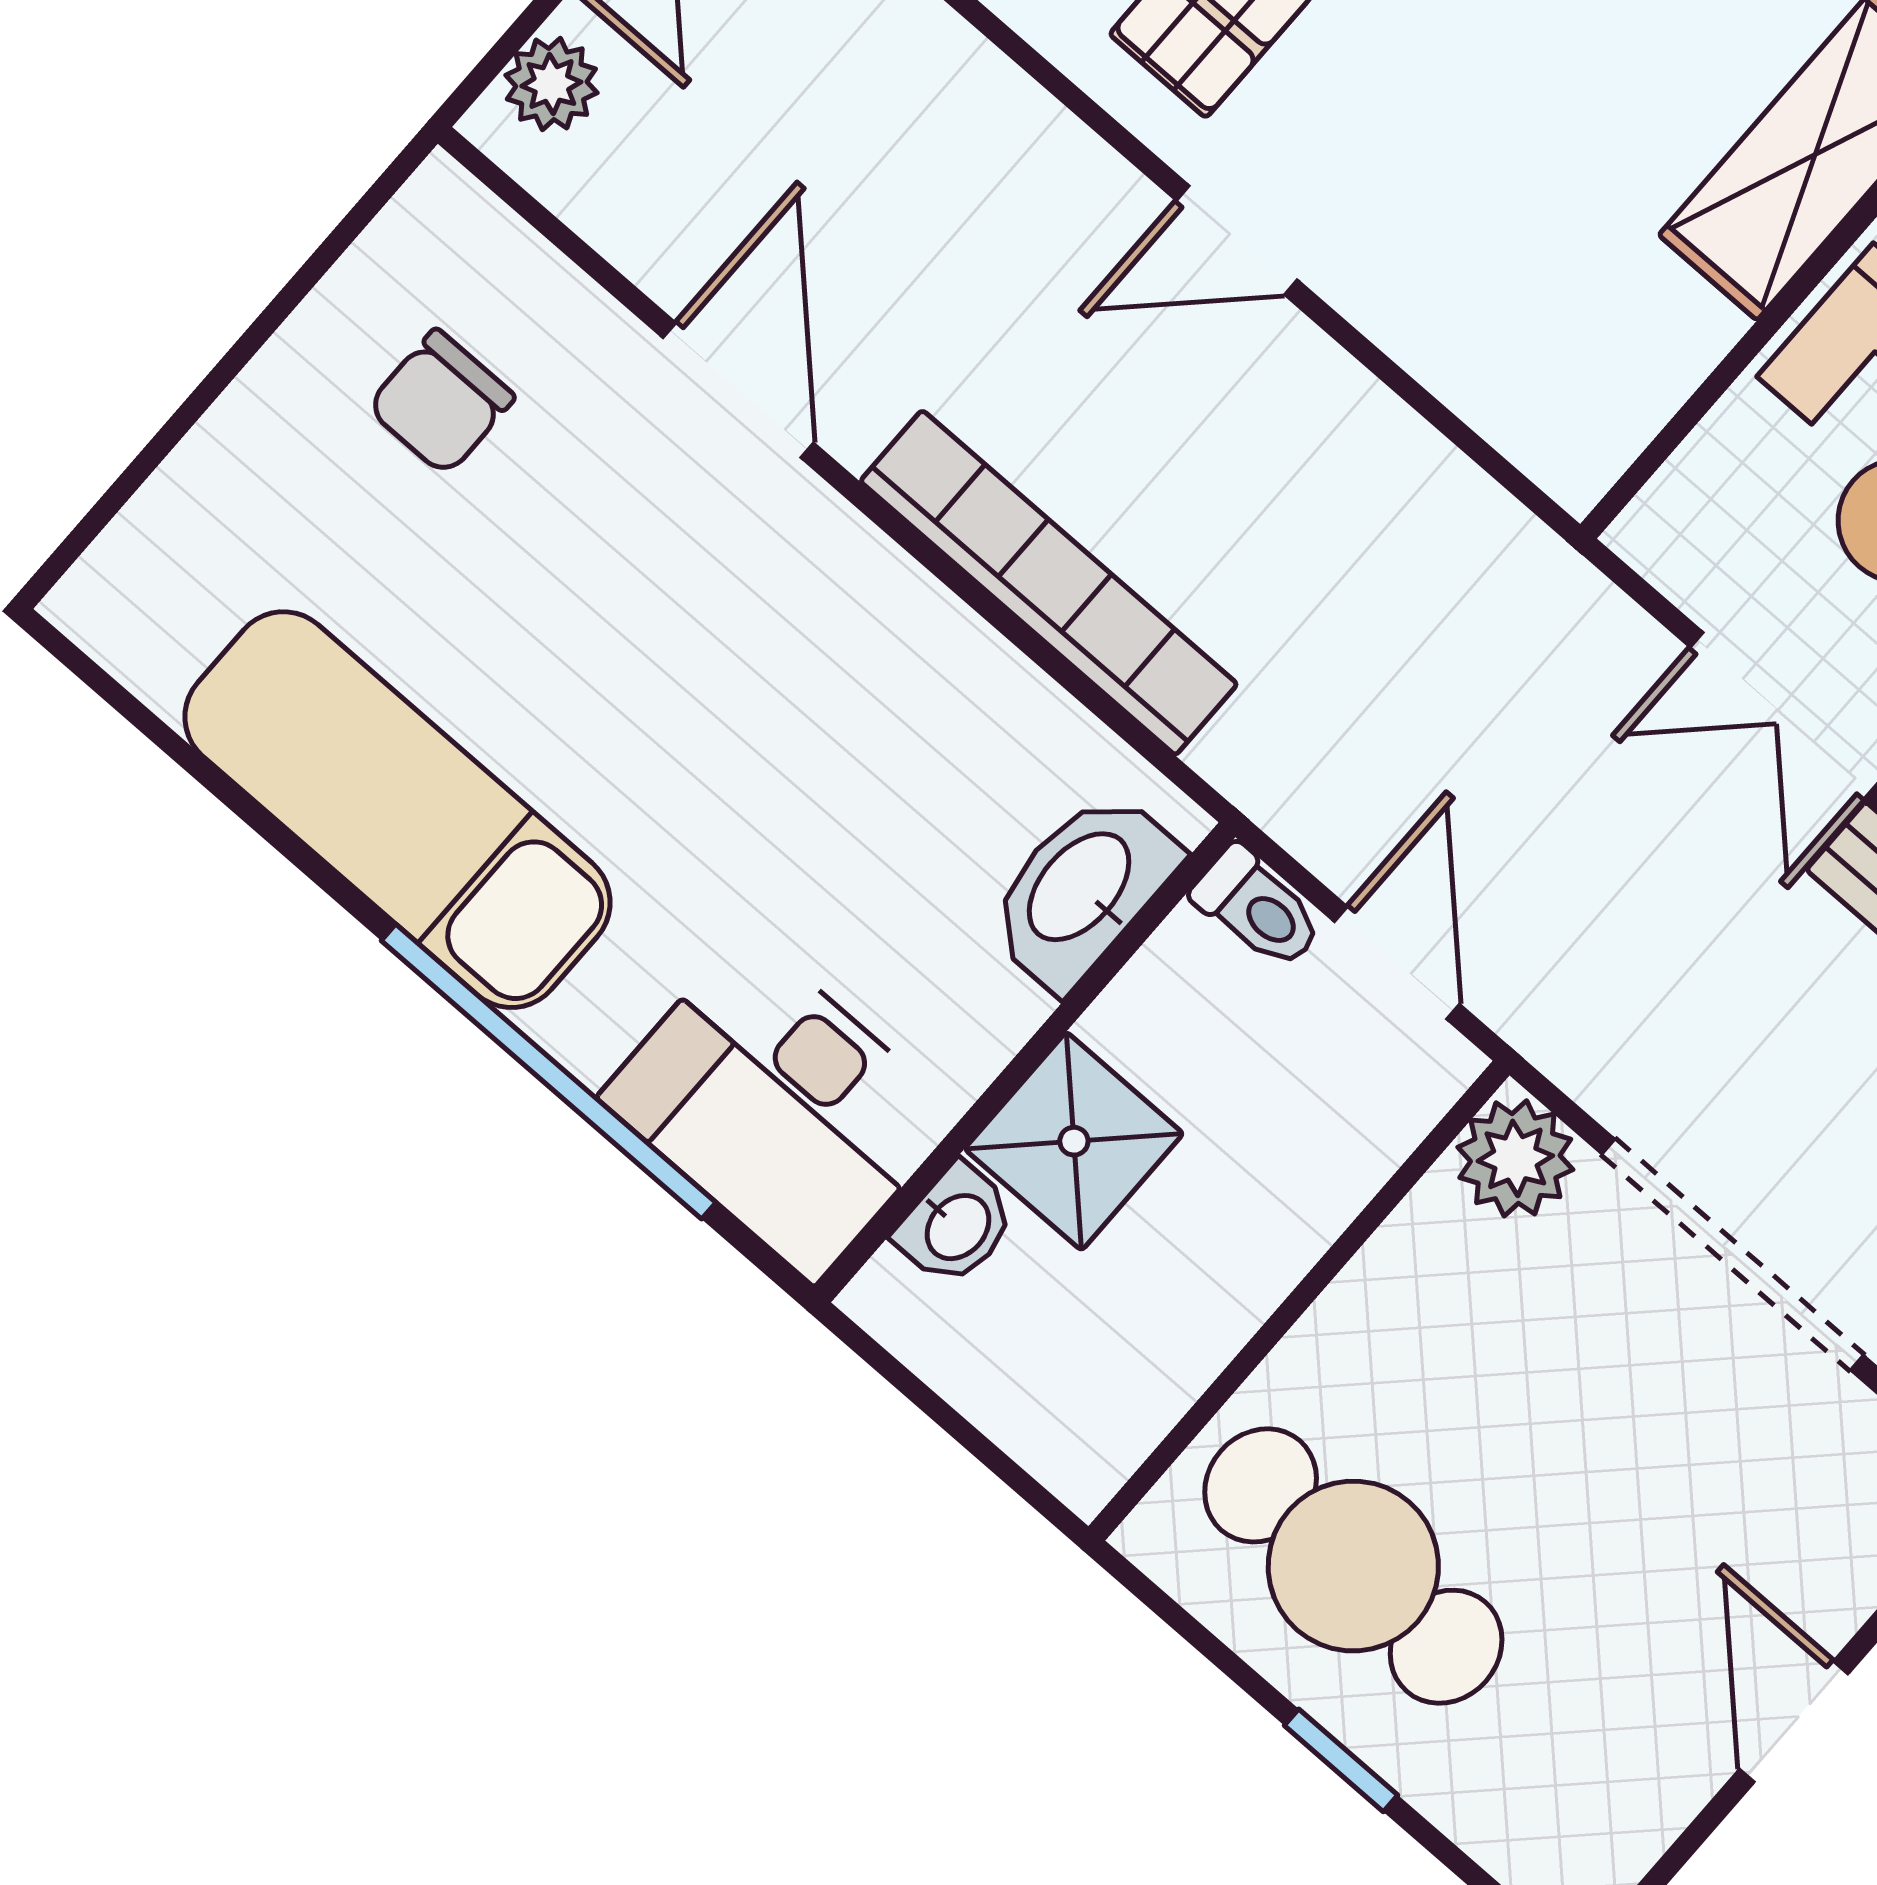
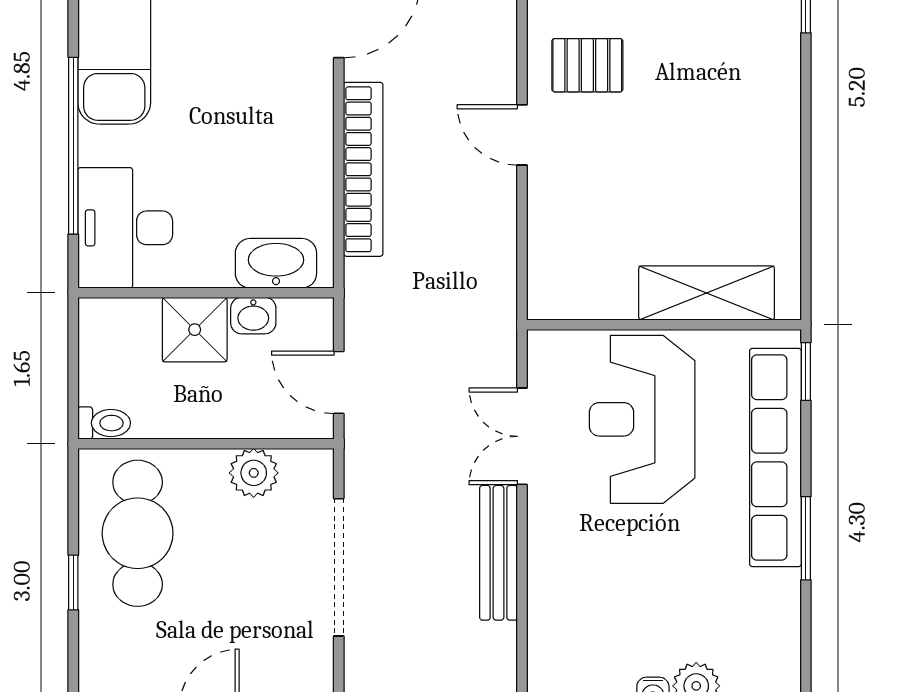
toilet: (1258, 908) -> (104, 423), moved, turned -90
door: (1397, 963) -> (339, 382), swing flipped
plant: (1515, 1158) -> (254, 473), moved
washbasin: (956, 1225) -> (253, 316), moved

